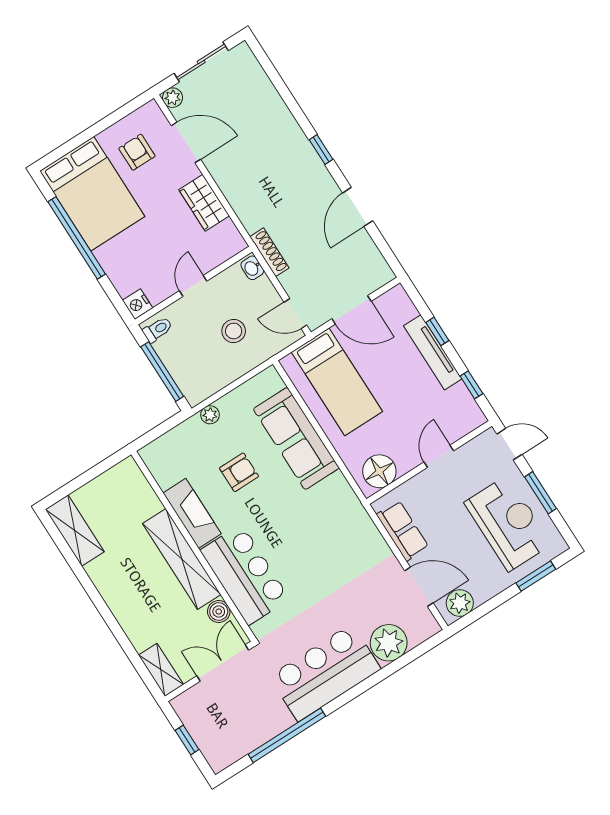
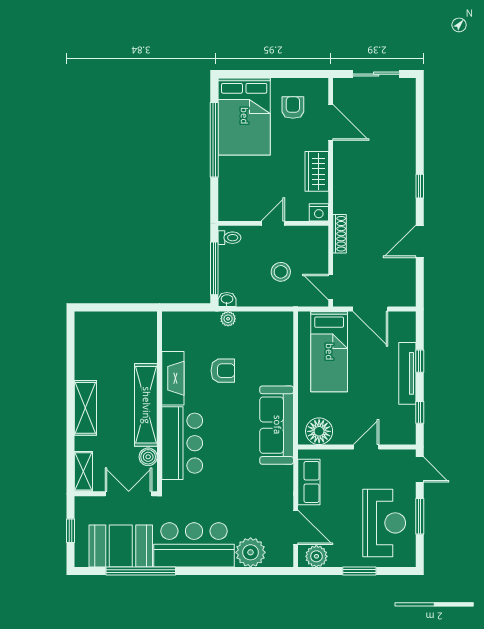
plant: (173, 98) -> (341, 86), removed
washbasin: (252, 268) -> (227, 299), moved, turned 90
nightstand: (137, 304) -> (319, 212), moved, turned -90
sofa: (296, 438) -> (277, 425), moved
shelving: (75, 531) -> (85, 408), moved
window: (536, 576) -> (359, 571), moved
booth: (249, 722) -> (121, 546), added

